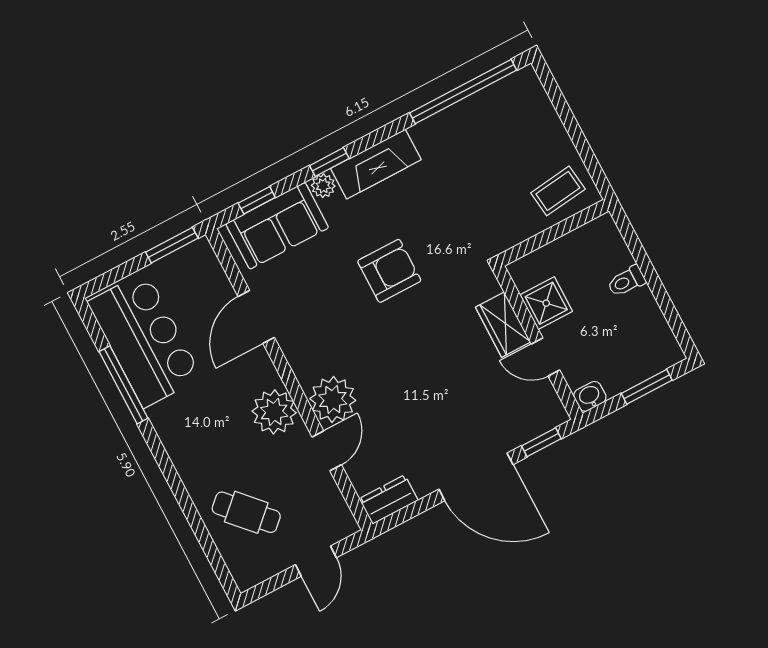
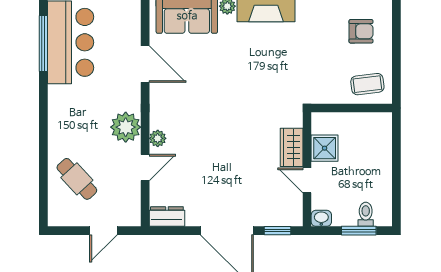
armchair: (389, 271) -> (361, 31), moved, width x0.72, depth x0.72
toilet: (626, 281) -> (366, 214), moved, turned 90
door: (256, 317) -> (145, 64), swing flipped
window: (123, 385) -> (43, 43), moved
plant: (333, 400) -> (158, 138), width x0.53, depth x0.53

